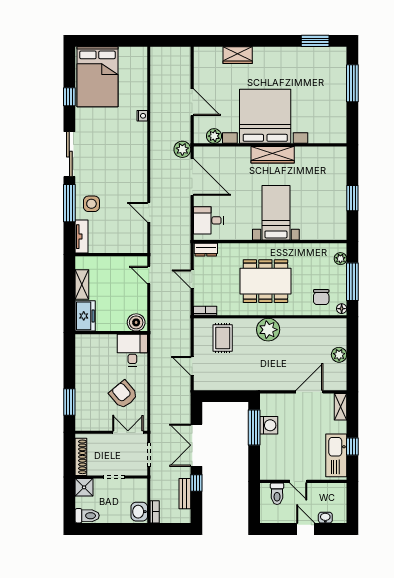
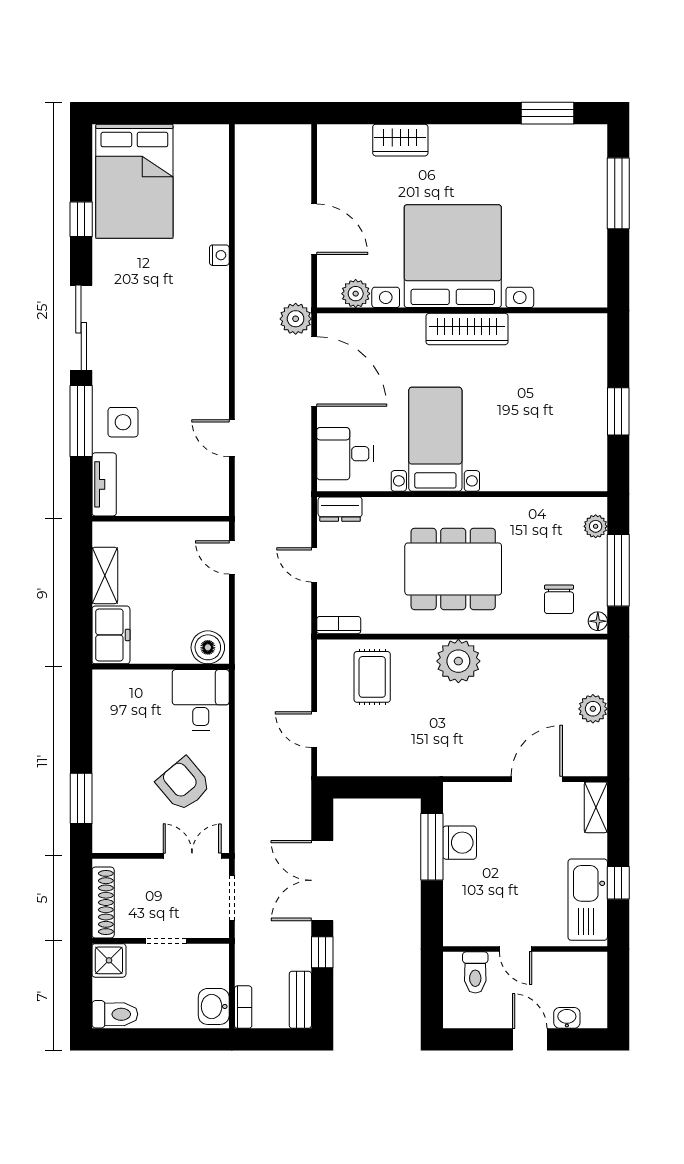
bed with nightstands: (276, 213) -> (435, 439), moved
bench: (185, 494) -> (300, 1000), moved

